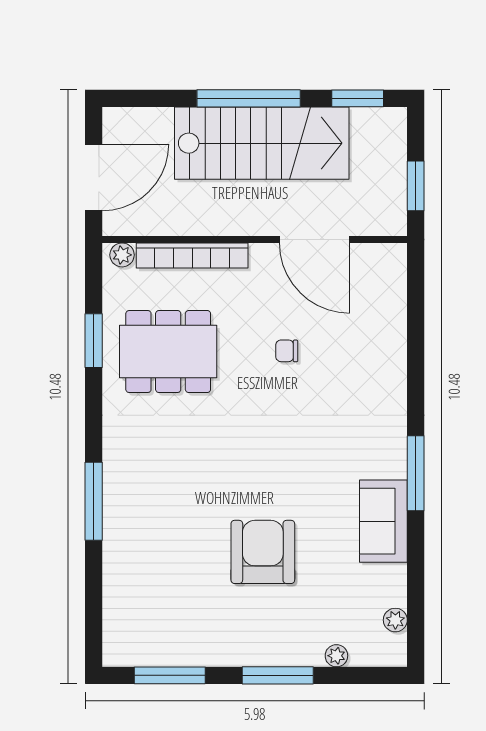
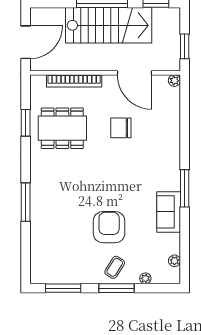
plant: (122, 255) -> (174, 81), moved
chair: (287, 351) -> (121, 128), width x1.87, depth x1.87
coffee table: (274, 633) -> (115, 267), added

